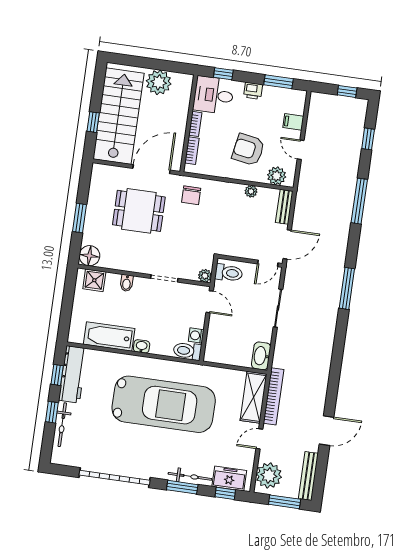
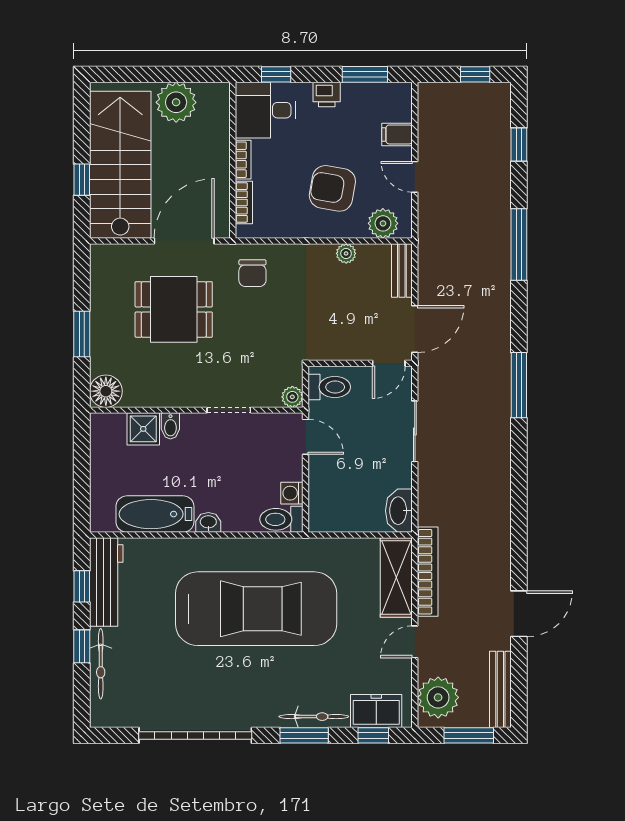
shower: (94, 280) -> (143, 429), moved

